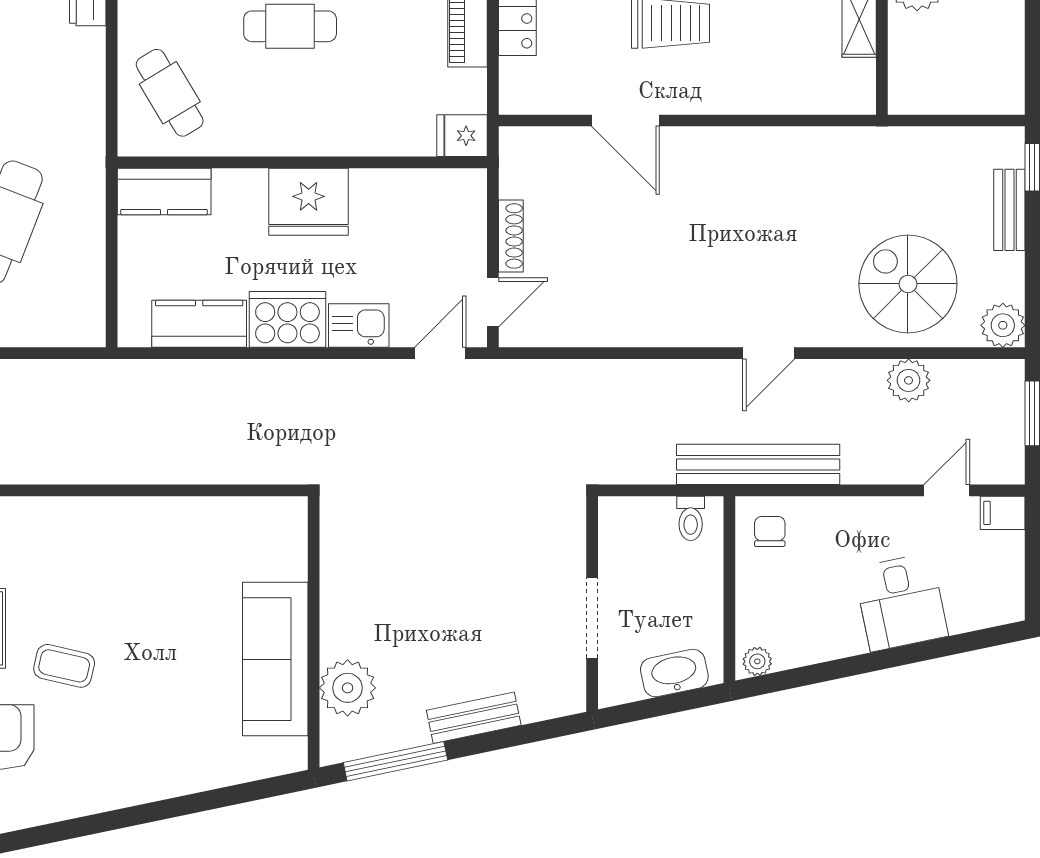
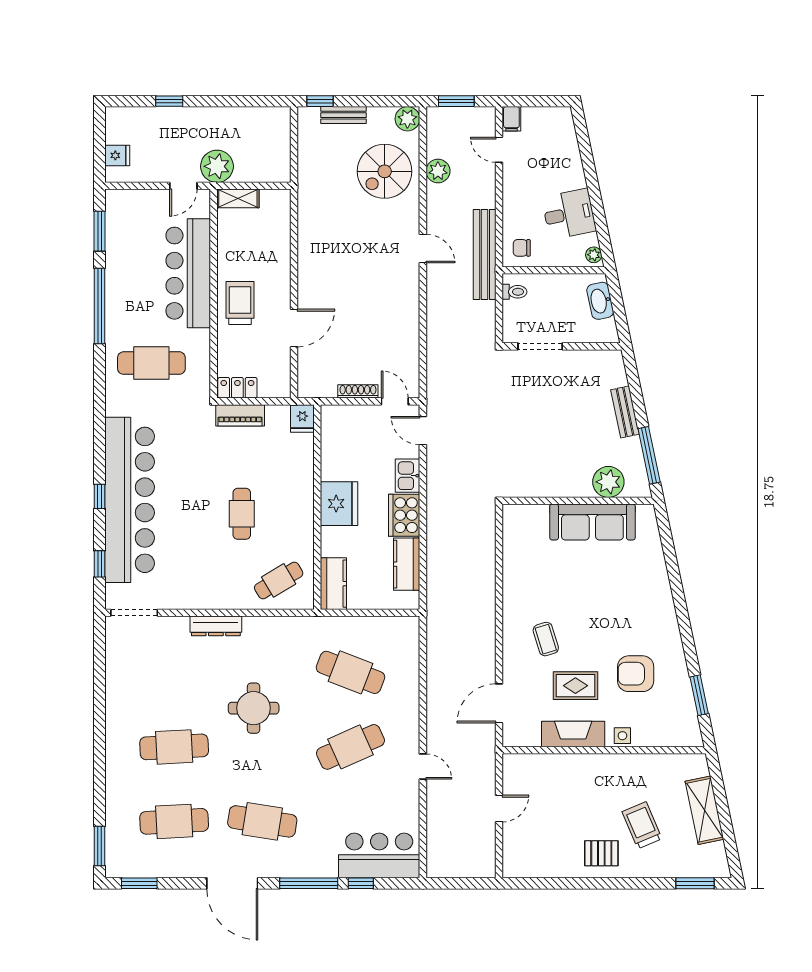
desk: (901, 602) -> (569, 214), moved
doorway: (592, 618) -> (540, 346), moved
coffee table: (64, 666) -> (546, 639), moved, turned -30

